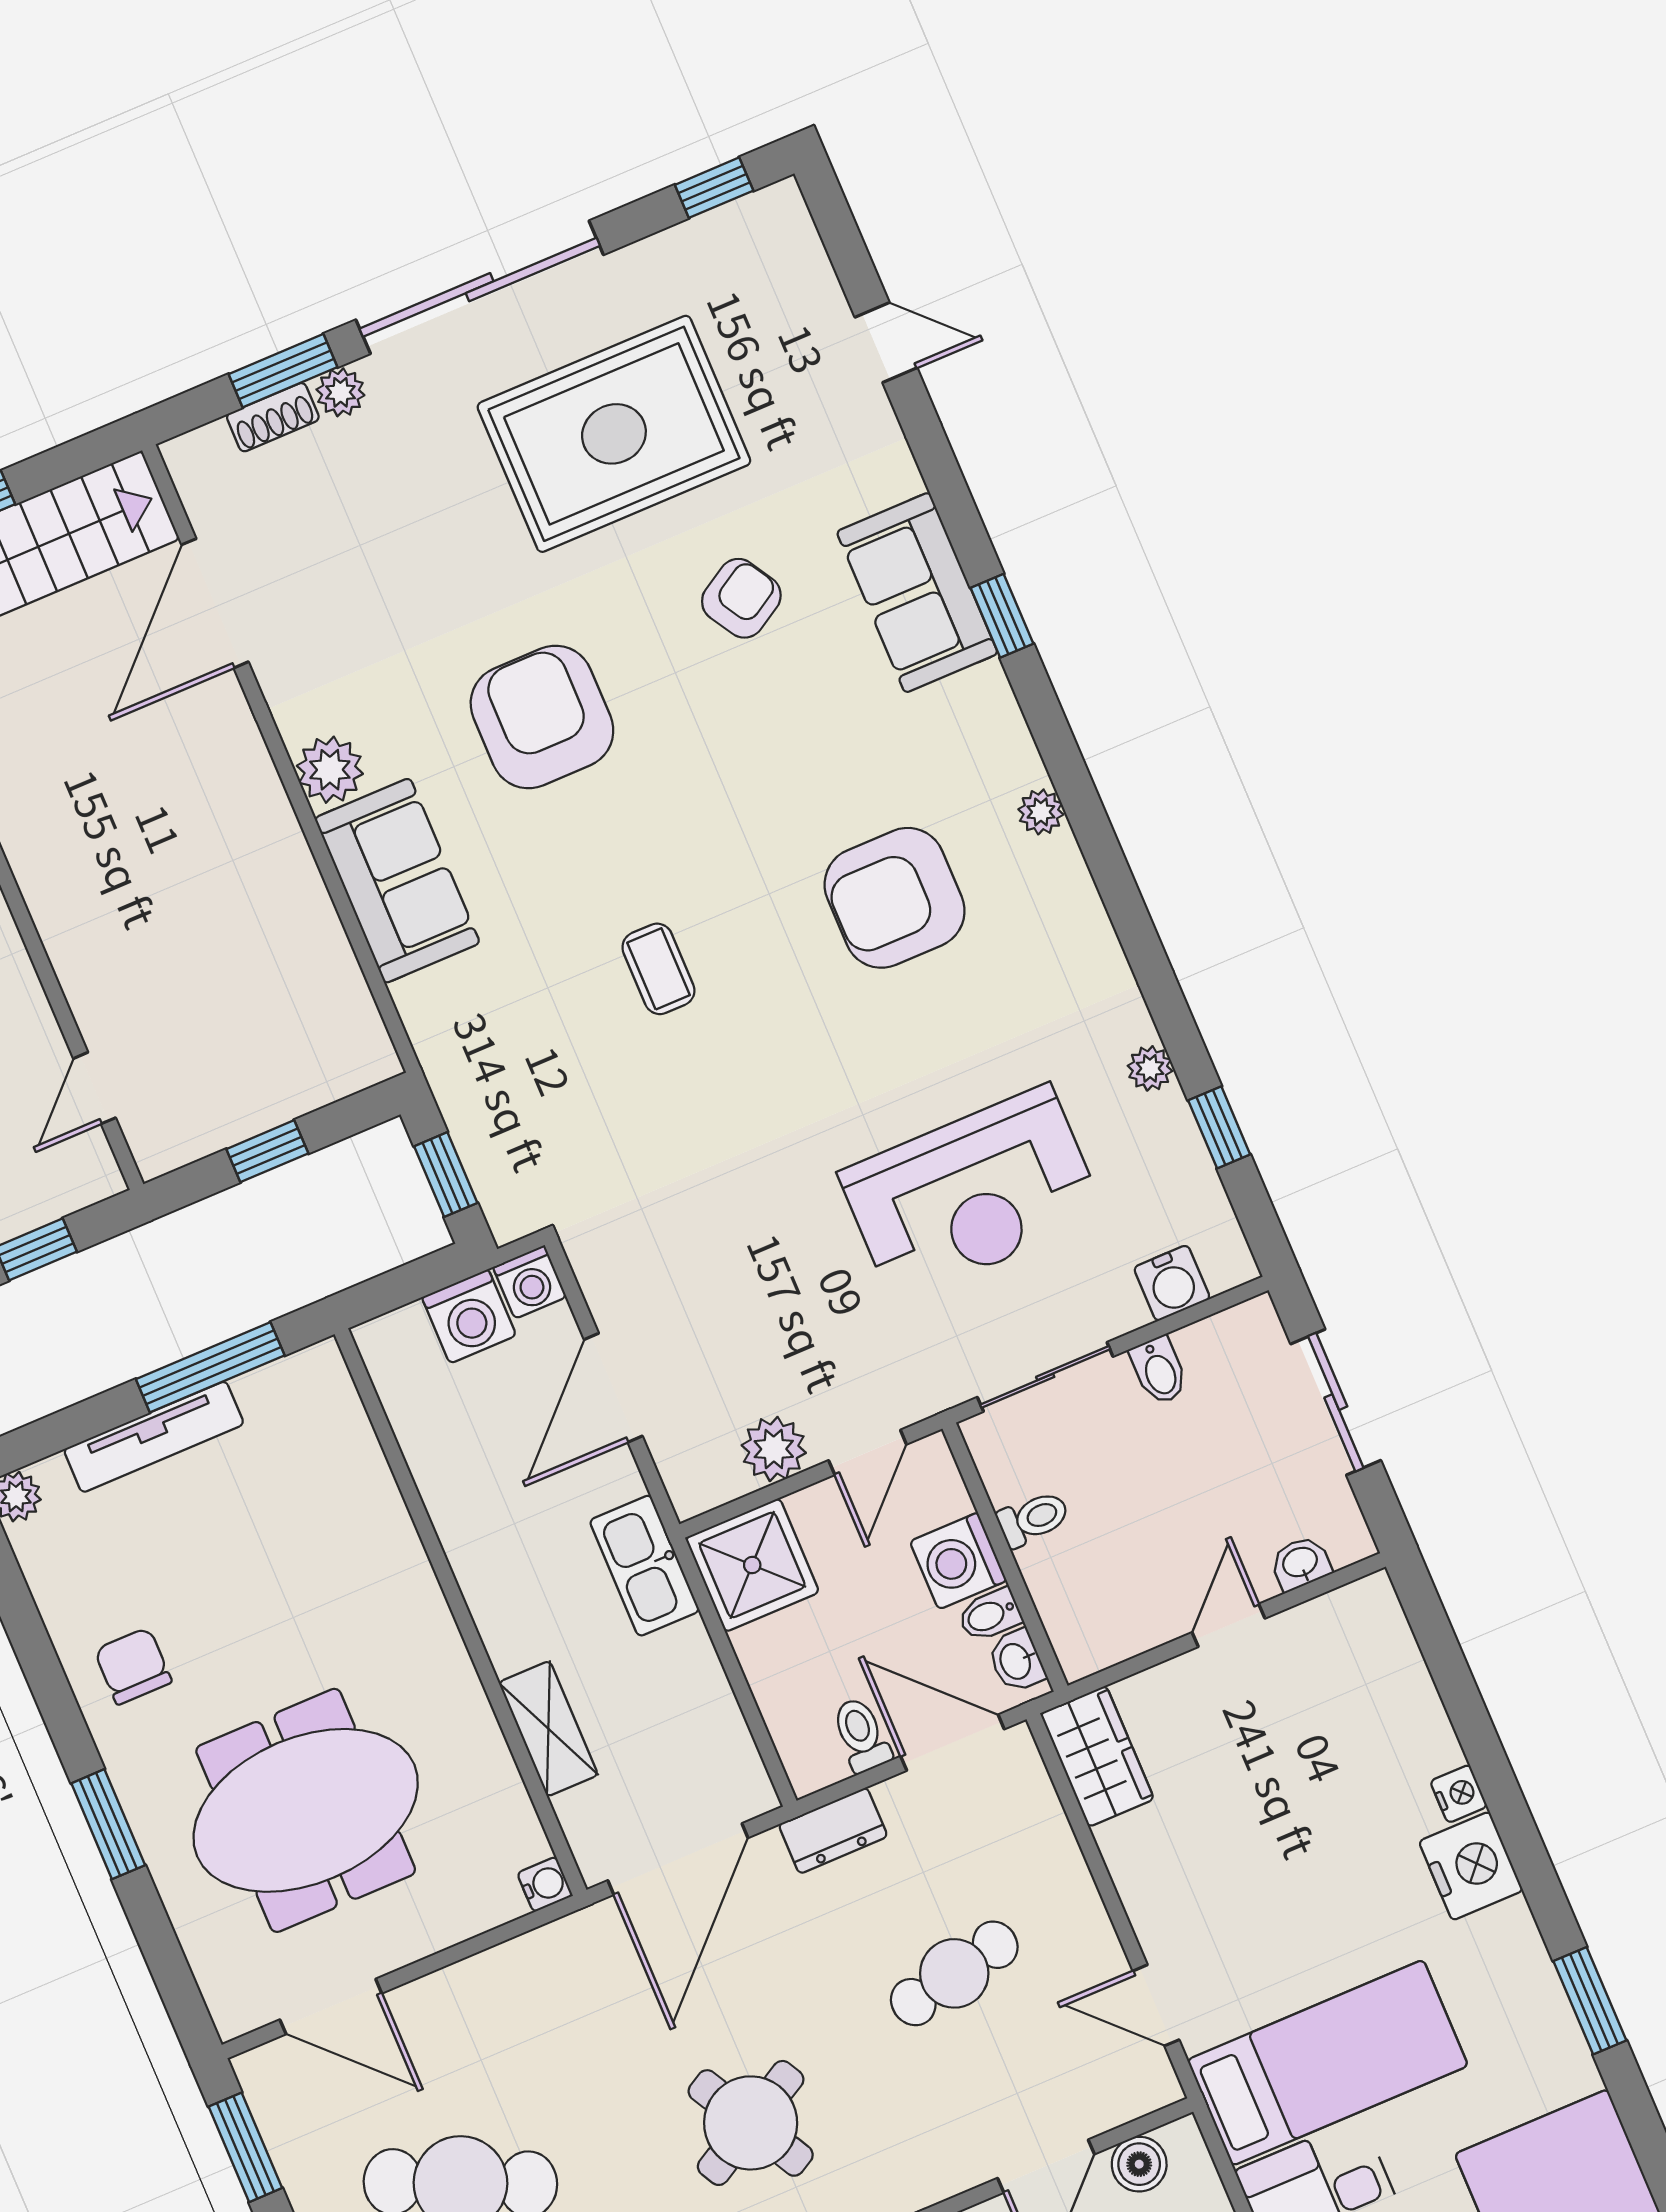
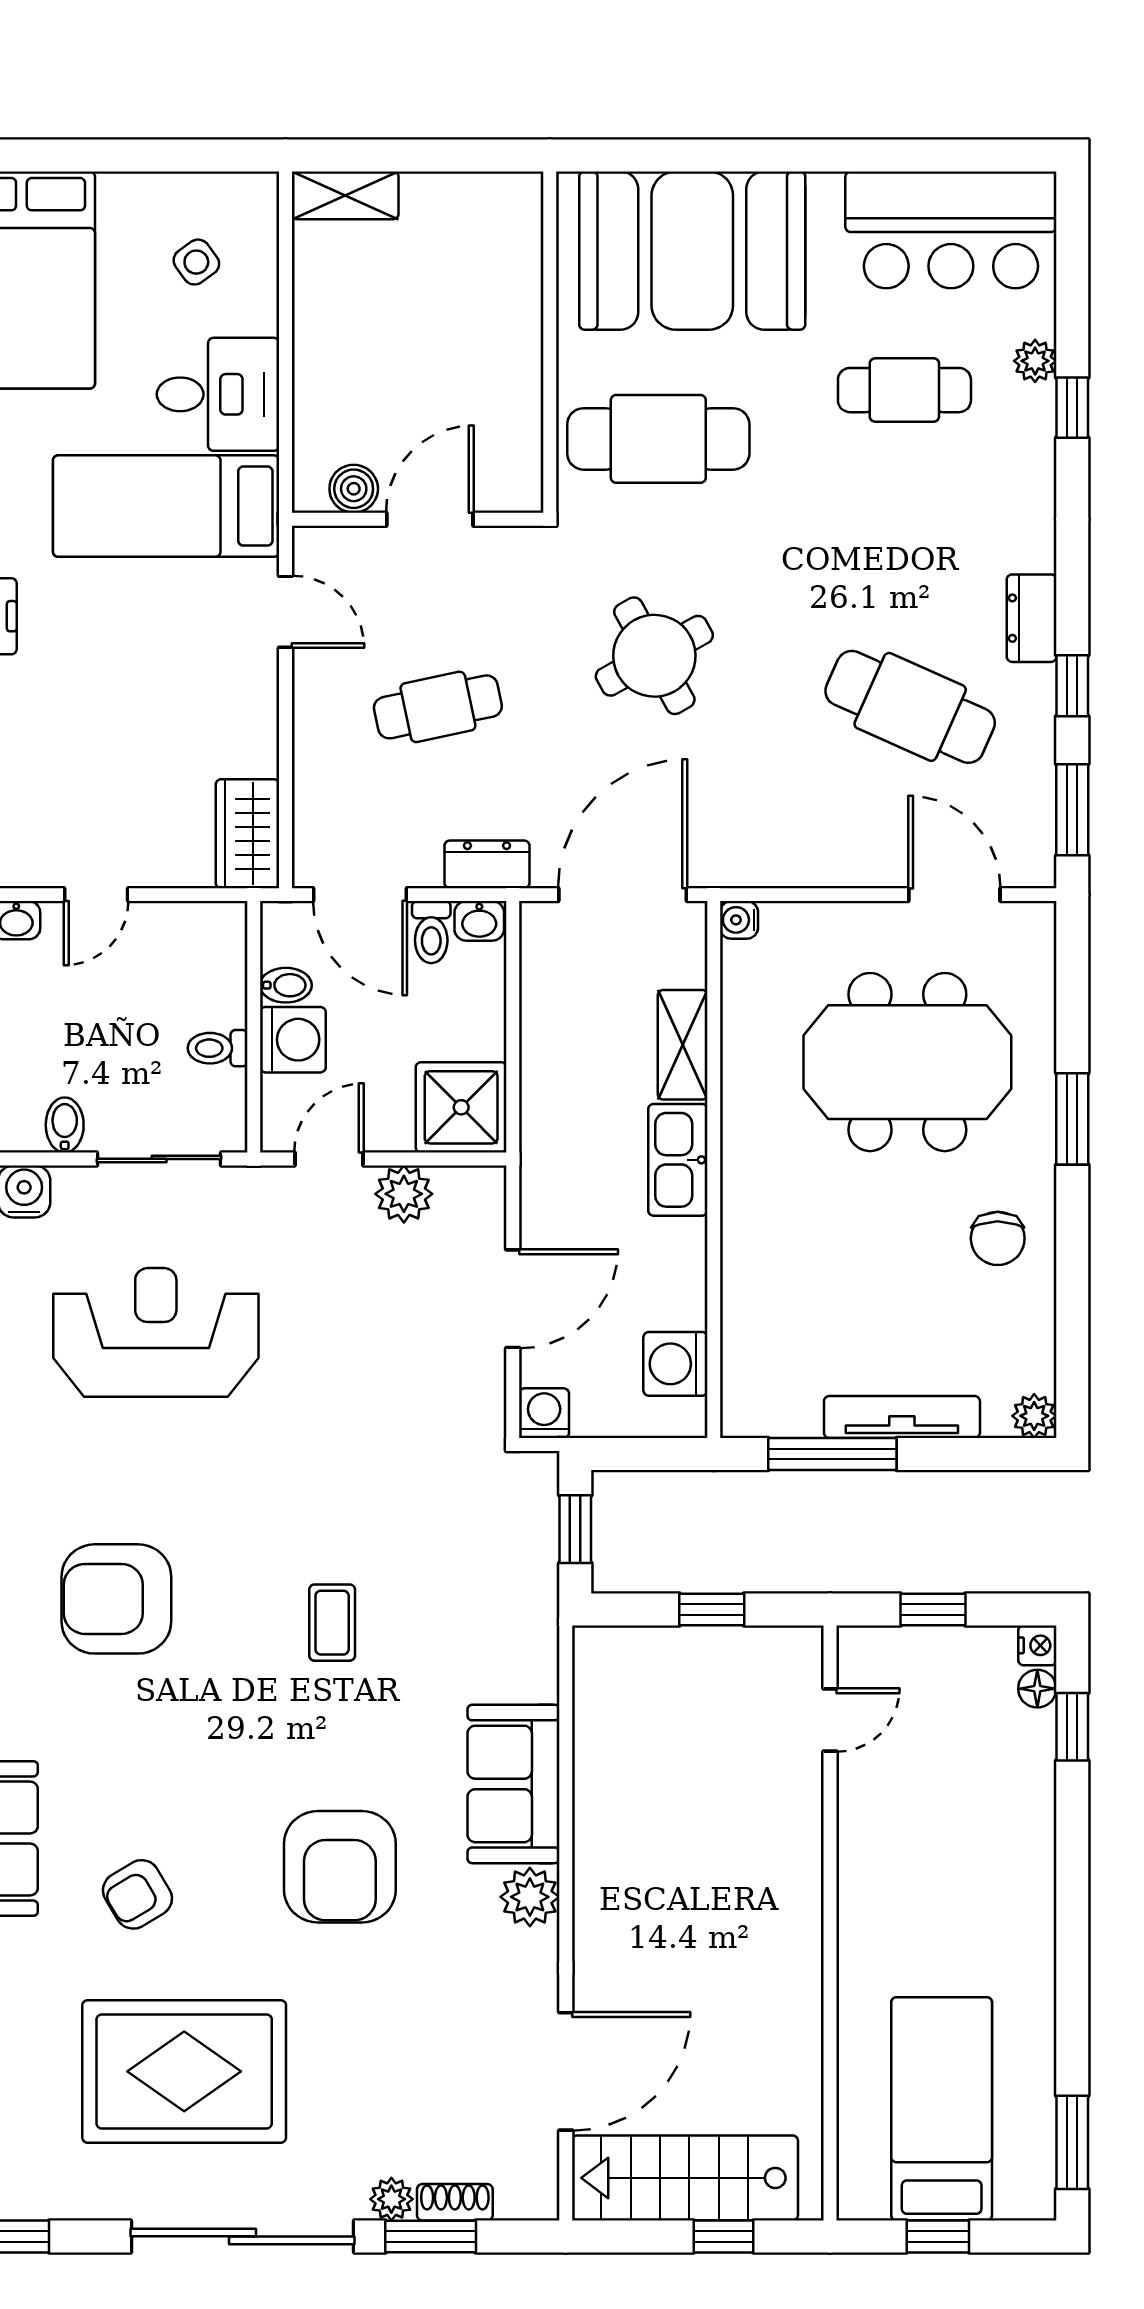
armchair: (895, 898) -> (116, 1599), turned 180
washing machine: (469, 1316) -> (675, 1364), moved, turned -90
kitchen sink: (645, 1566) -> (678, 1160), moved, turned 180
washbasin: (1016, 1661) -> (479, 921), moved, turned 90

